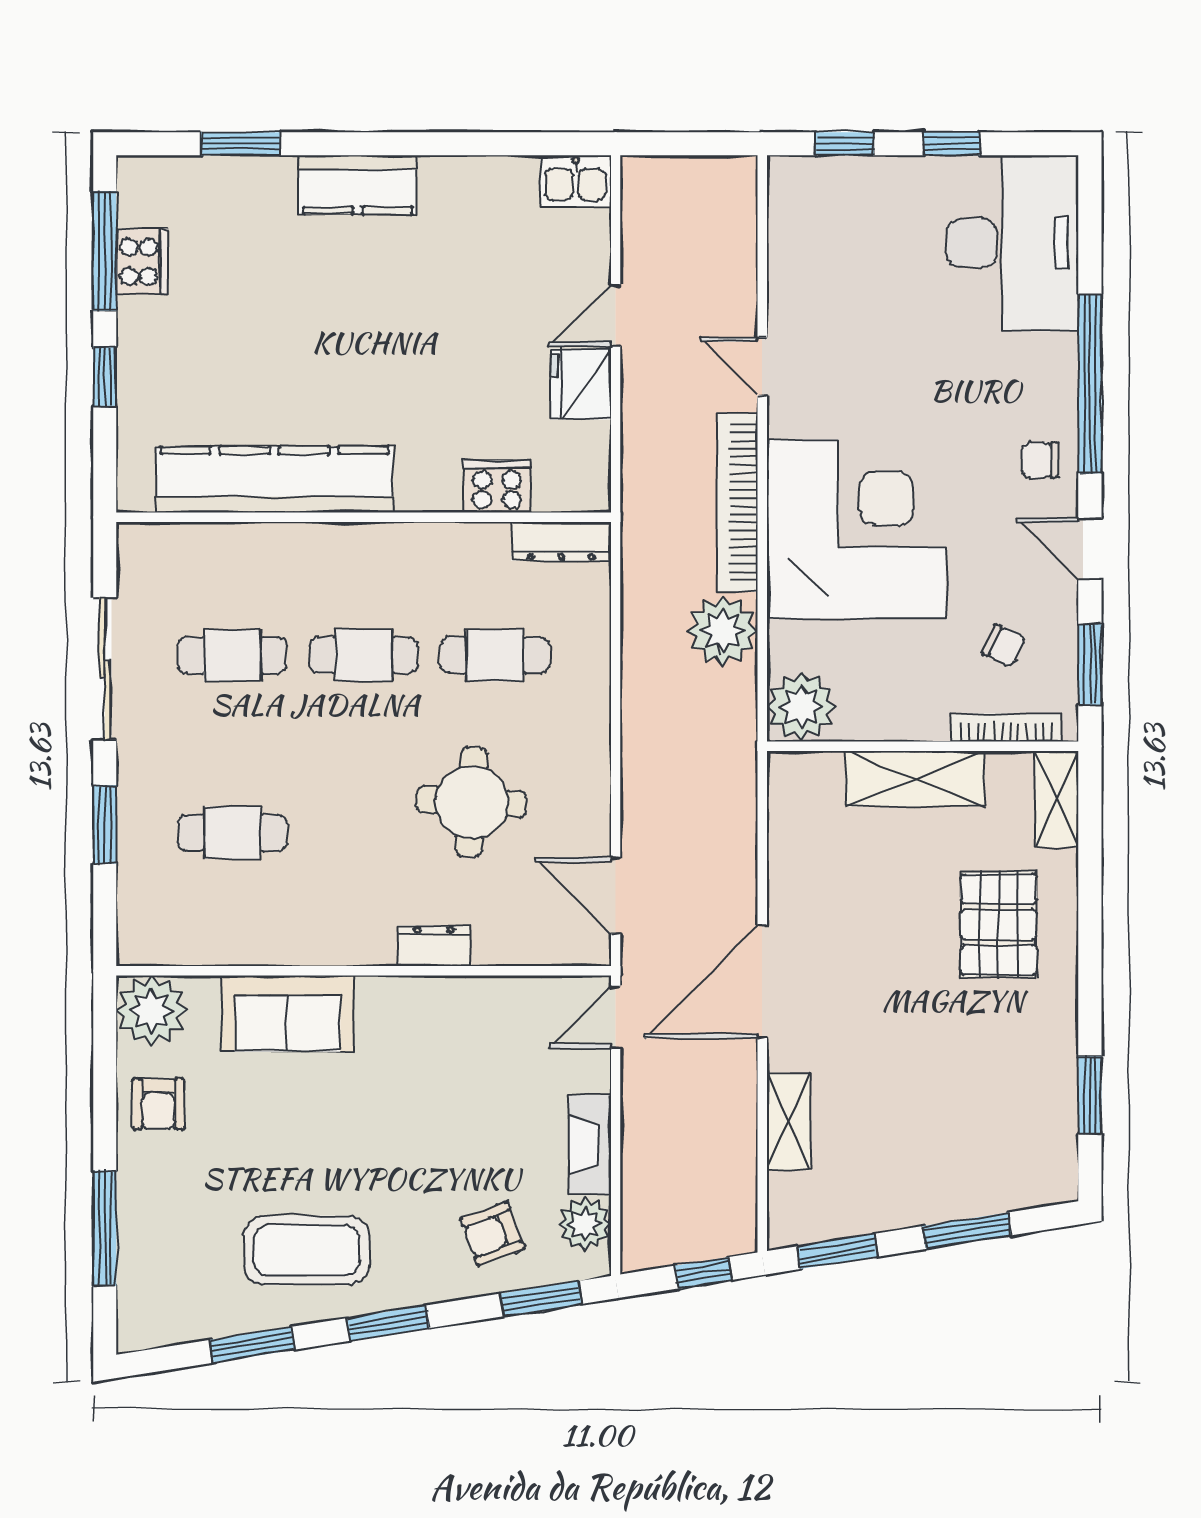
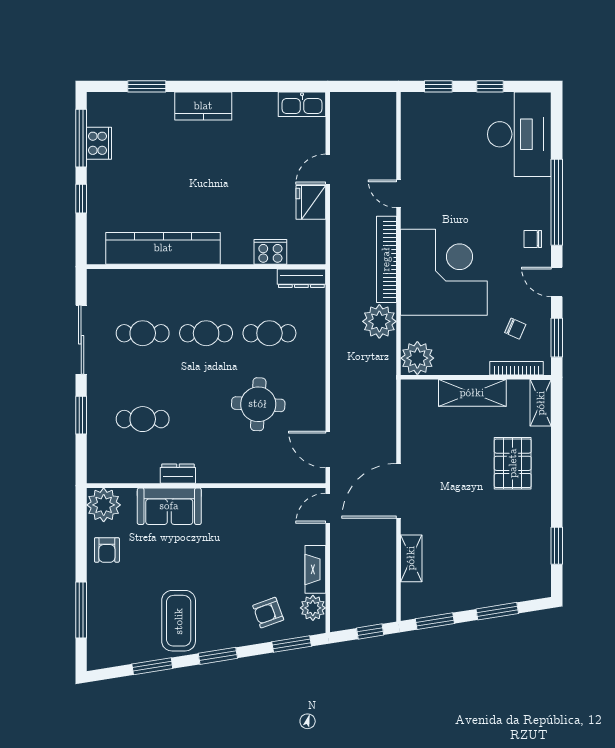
kitchen sink: (576, 181) -> (302, 104), width x1.38
dresser: (434, 946) -> (178, 474), moved
coffee table: (307, 1250) -> (179, 621), turned 90

